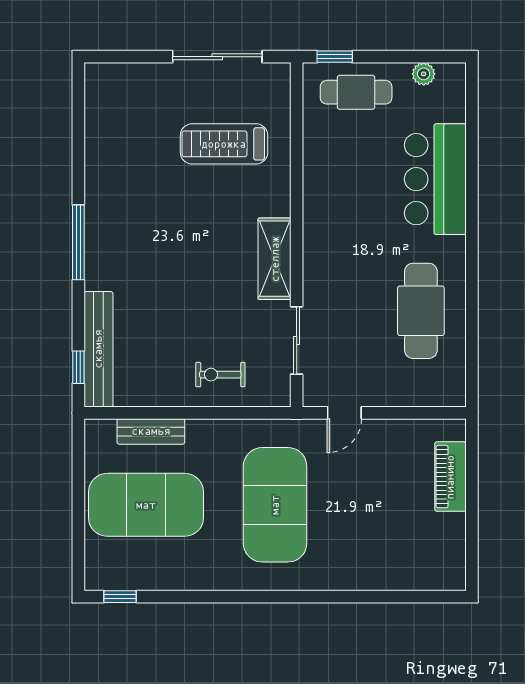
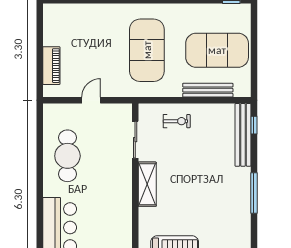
door: (344, 413) -> (91, 100), moved
bench: (151, 431) -> (208, 90), width x1.36

